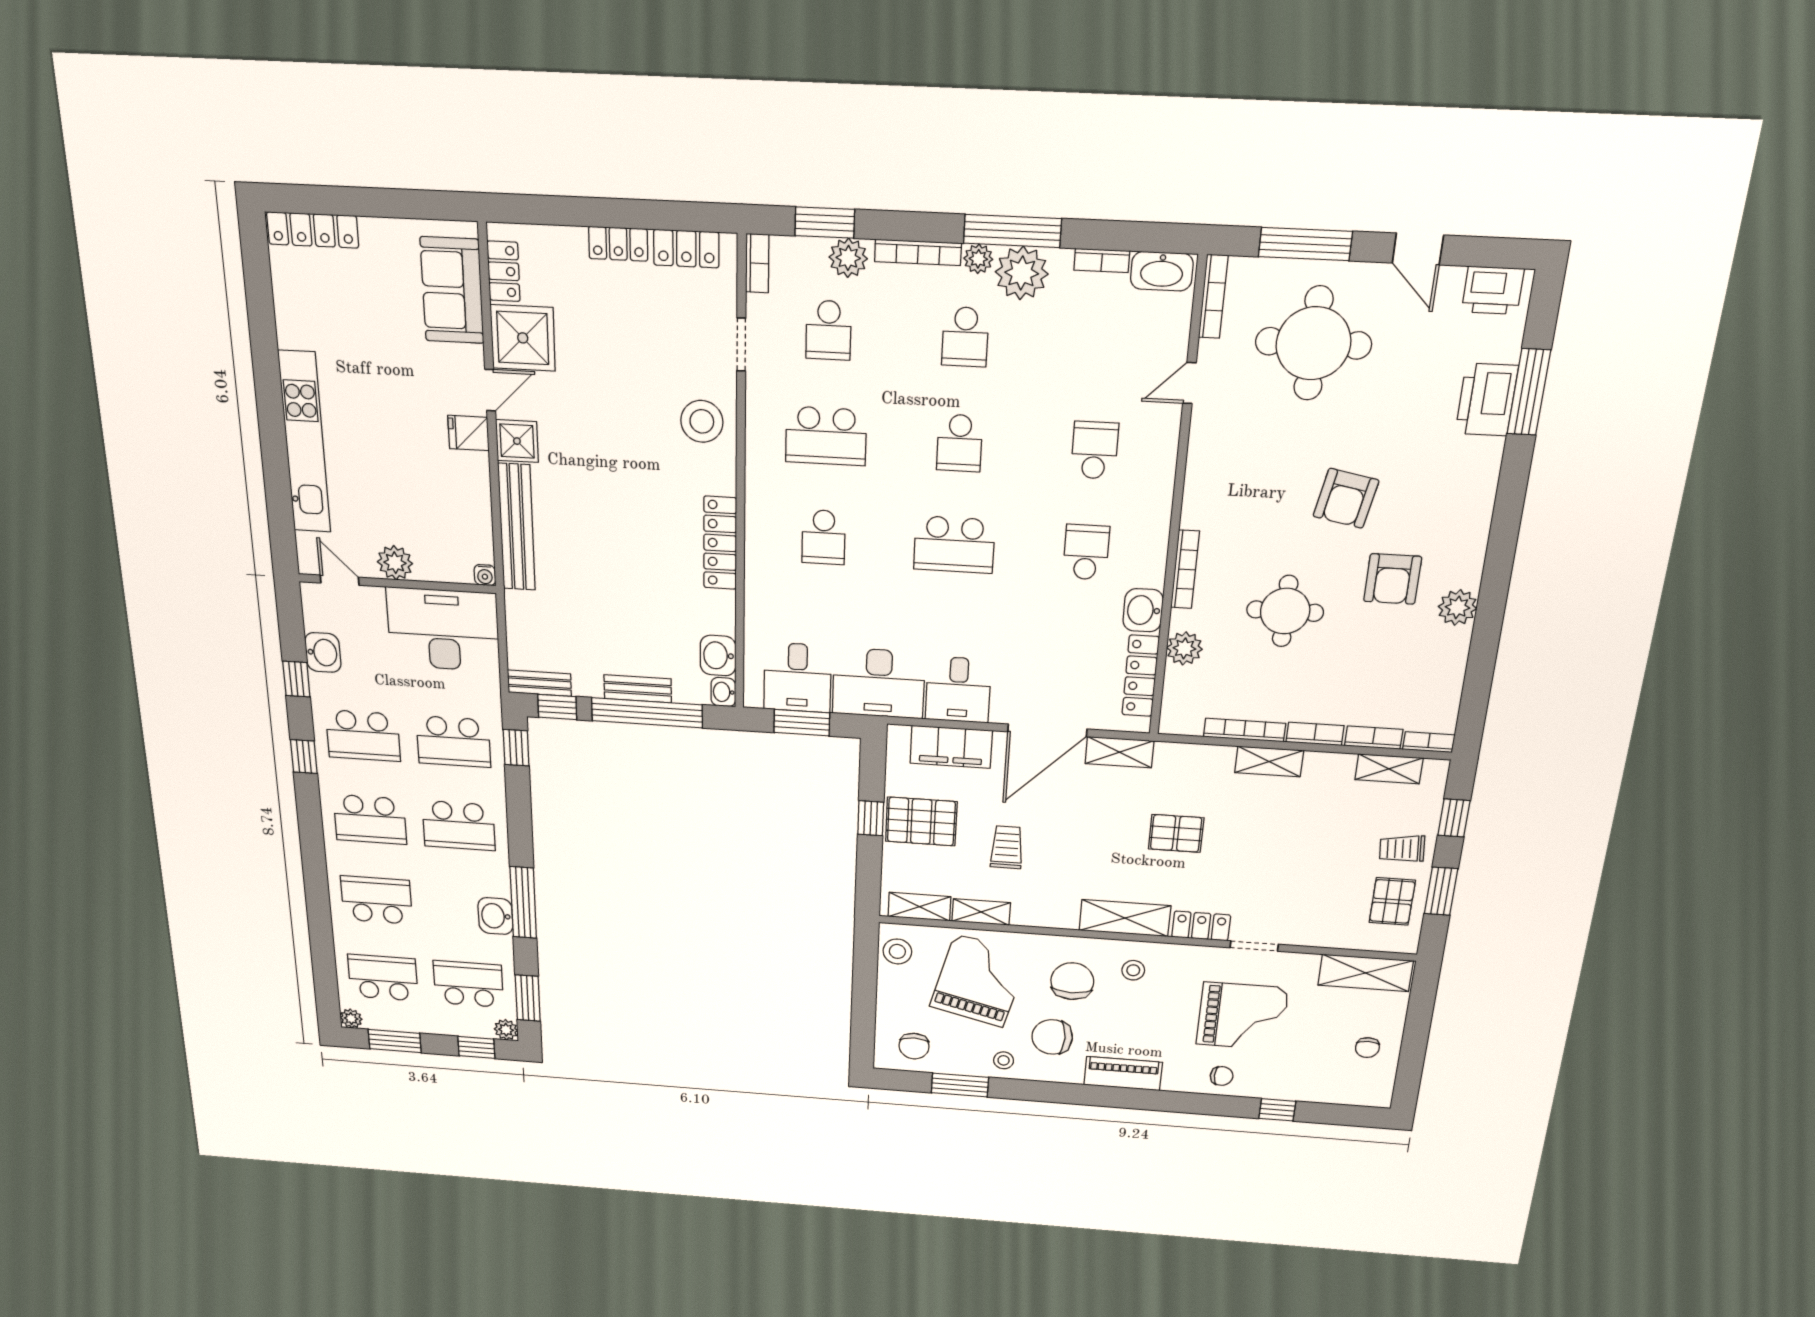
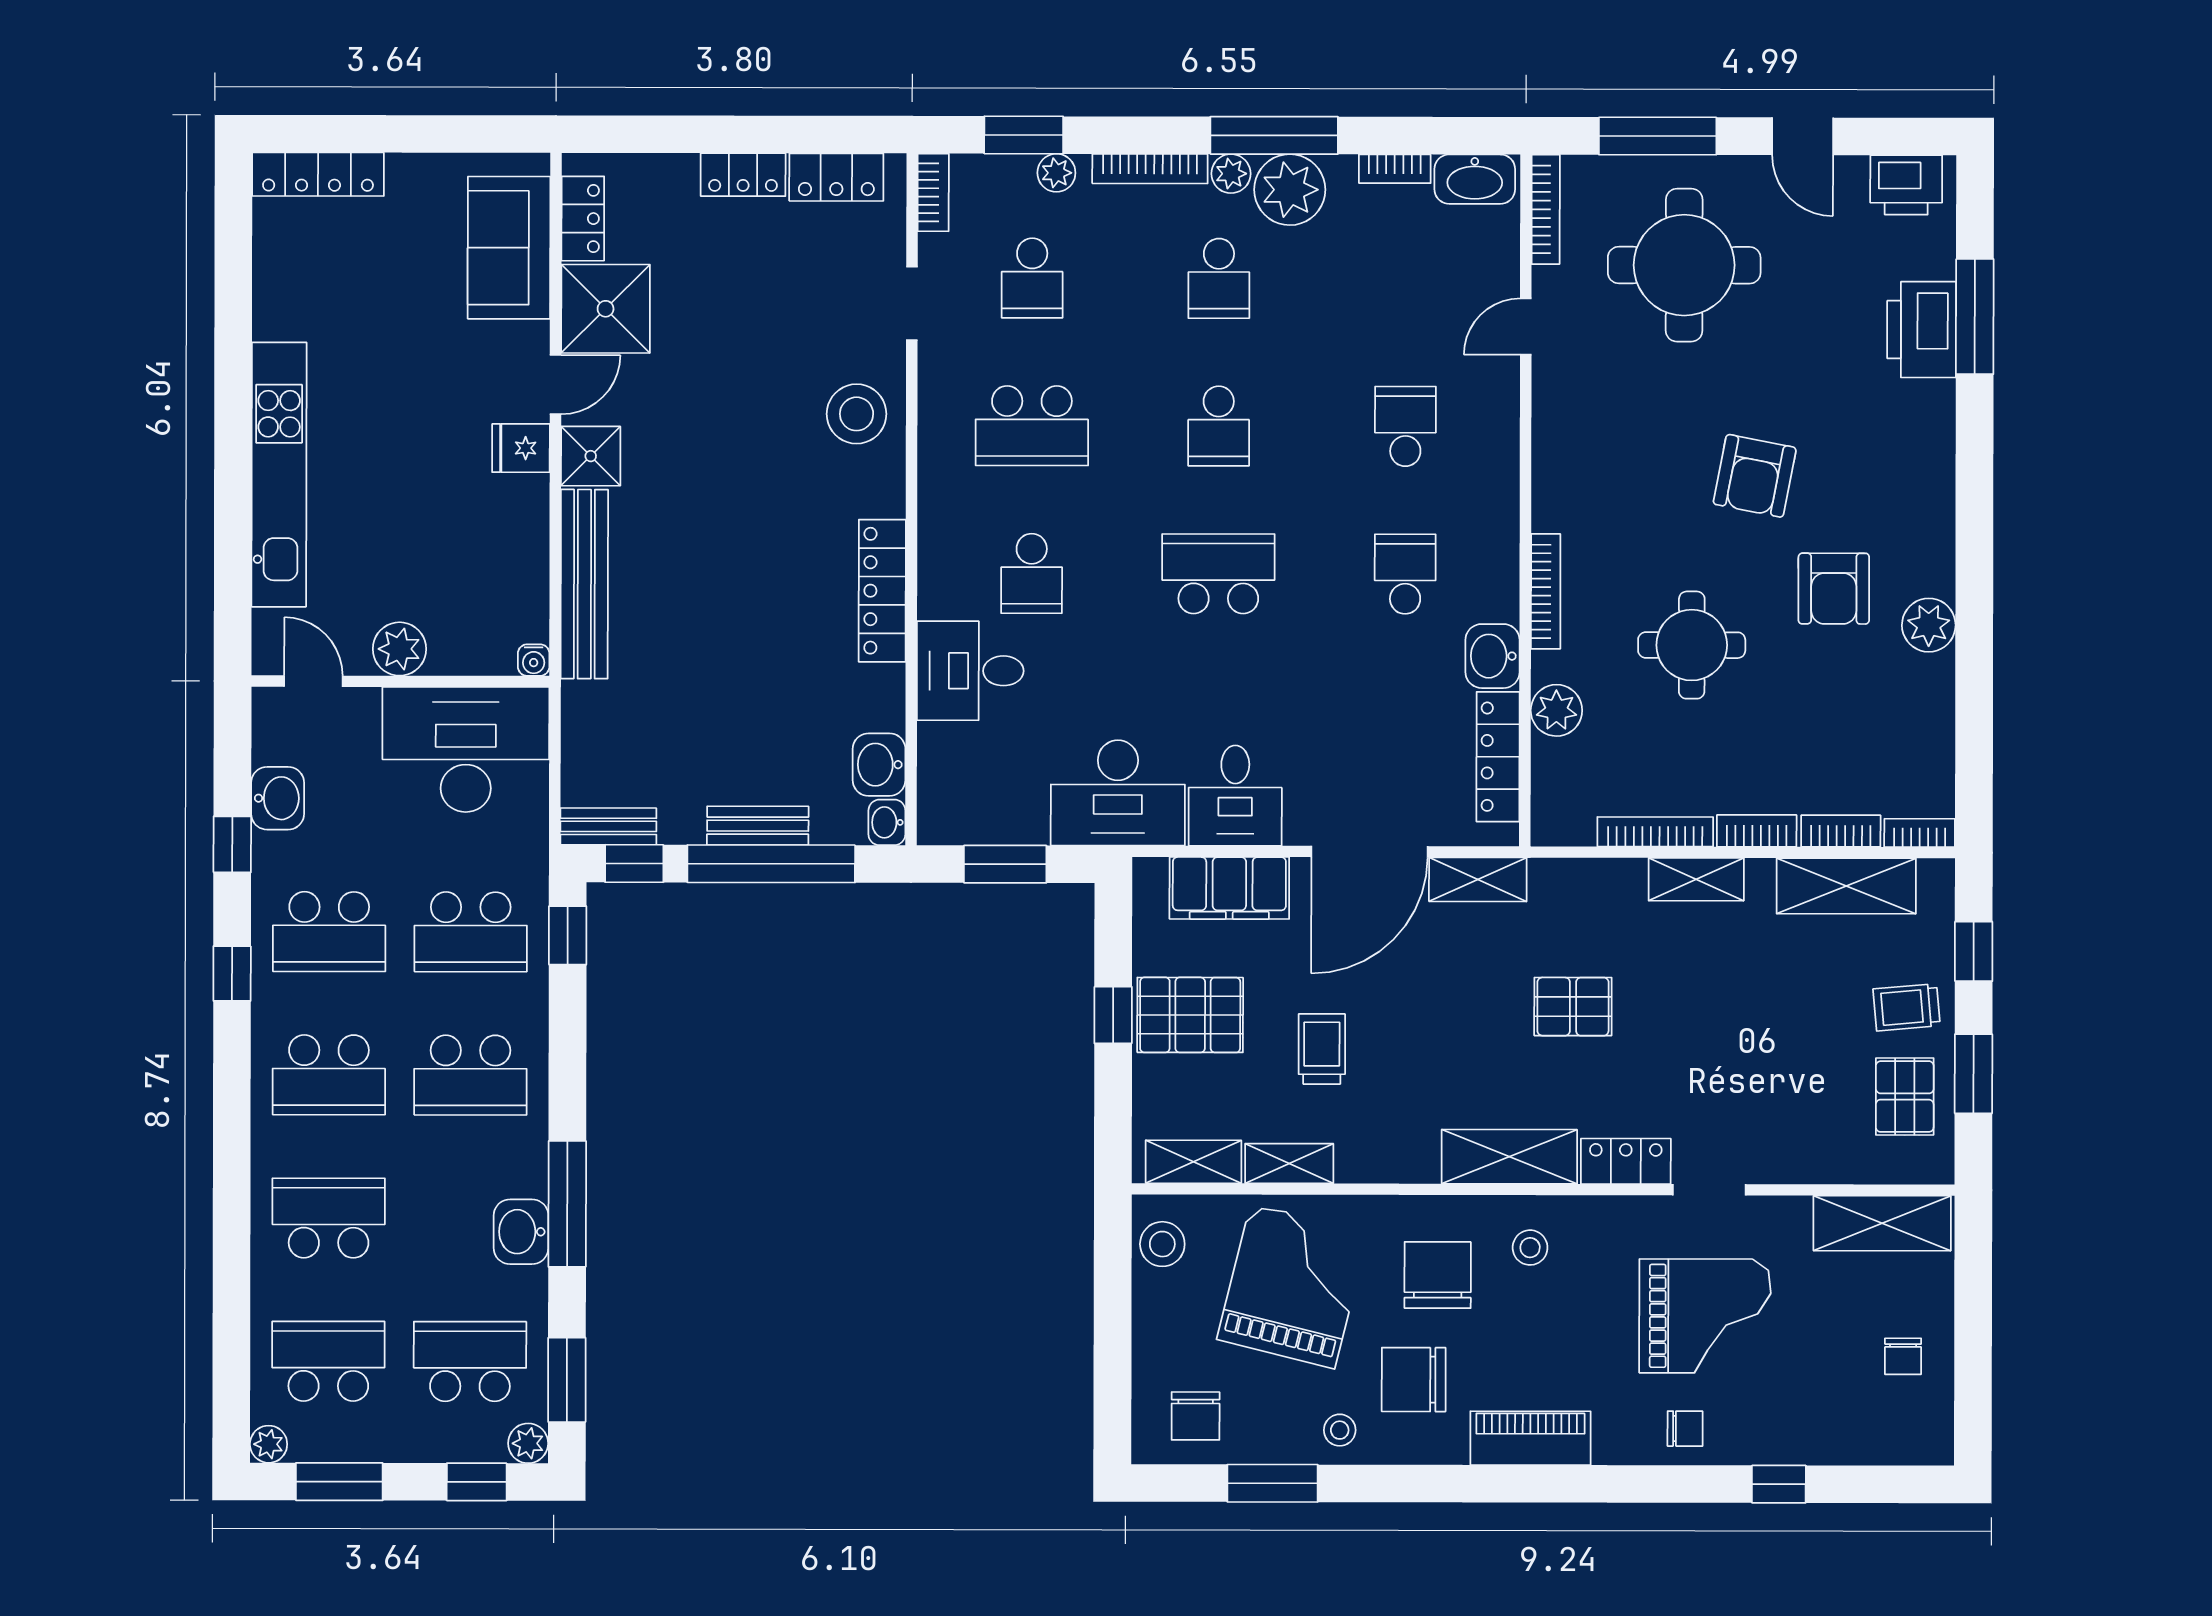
plant: (848, 258) -> (1056, 173), width x0.73, depth x0.73
school desk: (954, 545) -> (1218, 574), turned 180
desk: (797, 678) -> (970, 671), moved, turned 90
shelving: (1389, 769) -> (1846, 886), width x1.50, depth x1.33

